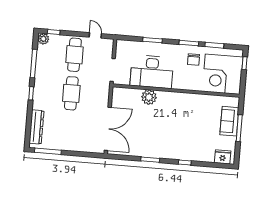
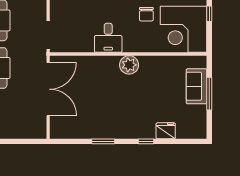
desk: (152, 72) -> (108, 38), width x0.53, depth x0.77
plant: (149, 97) -> (129, 65), moved
double door: (108, 129) -> (48, 89), moved
fridge: (223, 157) -> (166, 131), moved

